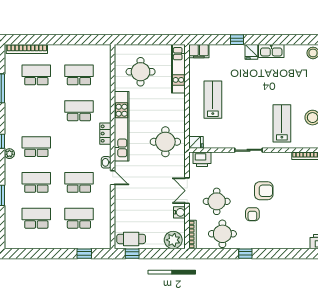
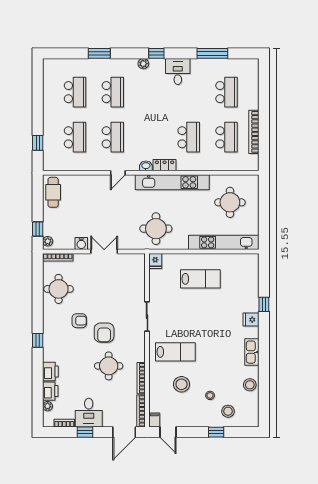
bookcase: (27, 49) -> (254, 132), moved
filing cabinet: (199, 51) -> (252, 264), removed
kitchen sink: (271, 51) -> (252, 352), moved
kitchen unit: (178, 69) -> (224, 242), width x1.36
desk: (17, 121) -> (178, 72), added
school desk: (36, 147) -> (151, 92), removed
printer: (202, 159) -> (50, 371), moved, turned 180
washbasin: (106, 162) -> (146, 166), moved
round table: (217, 201) -> (109, 366), moved
armchair: (252, 214) -> (79, 321), turned 180
plant: (173, 240) -> (48, 241), width x0.53, depth x0.53
window: (132, 254) -> (38, 229), moved
window: (245, 254) -> (38, 340), moved

